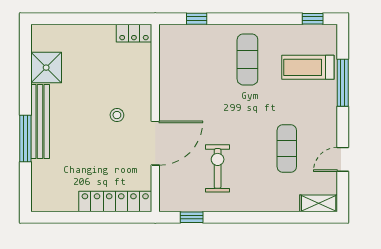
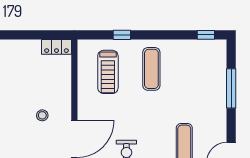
window: (197, 19) -> (122, 35), moved
treadmill: (308, 67) -> (108, 72), moved, turned -90

